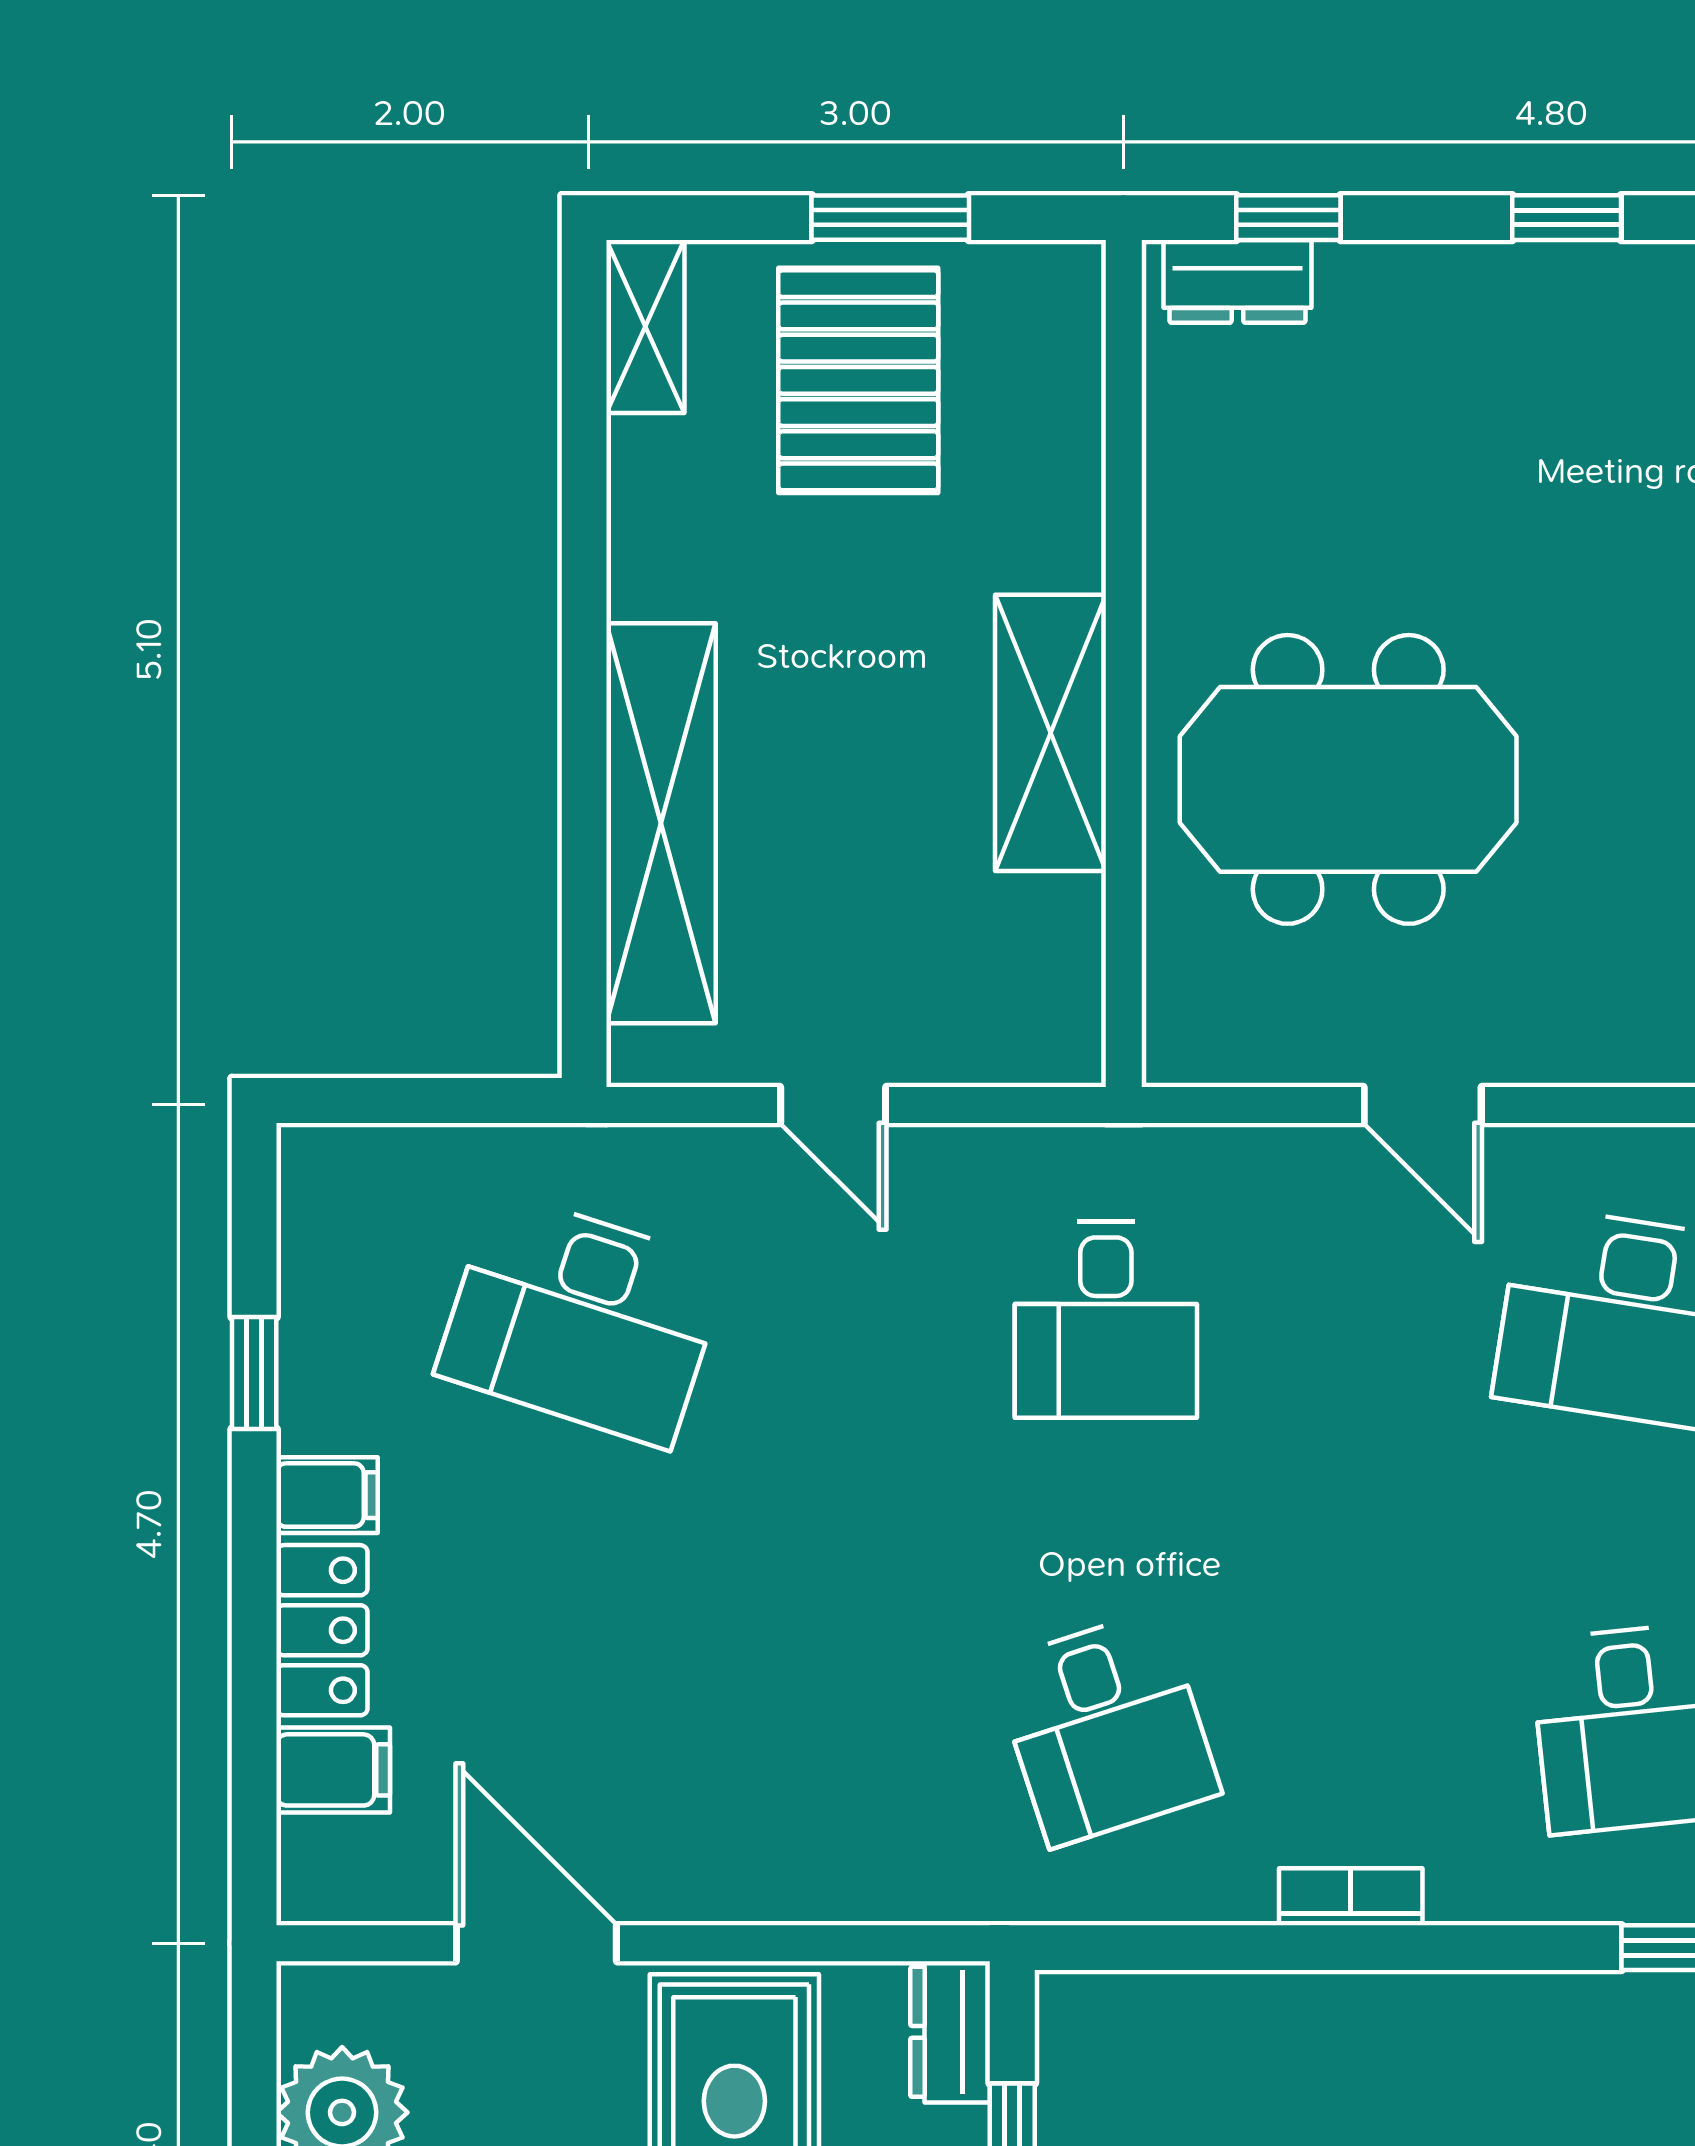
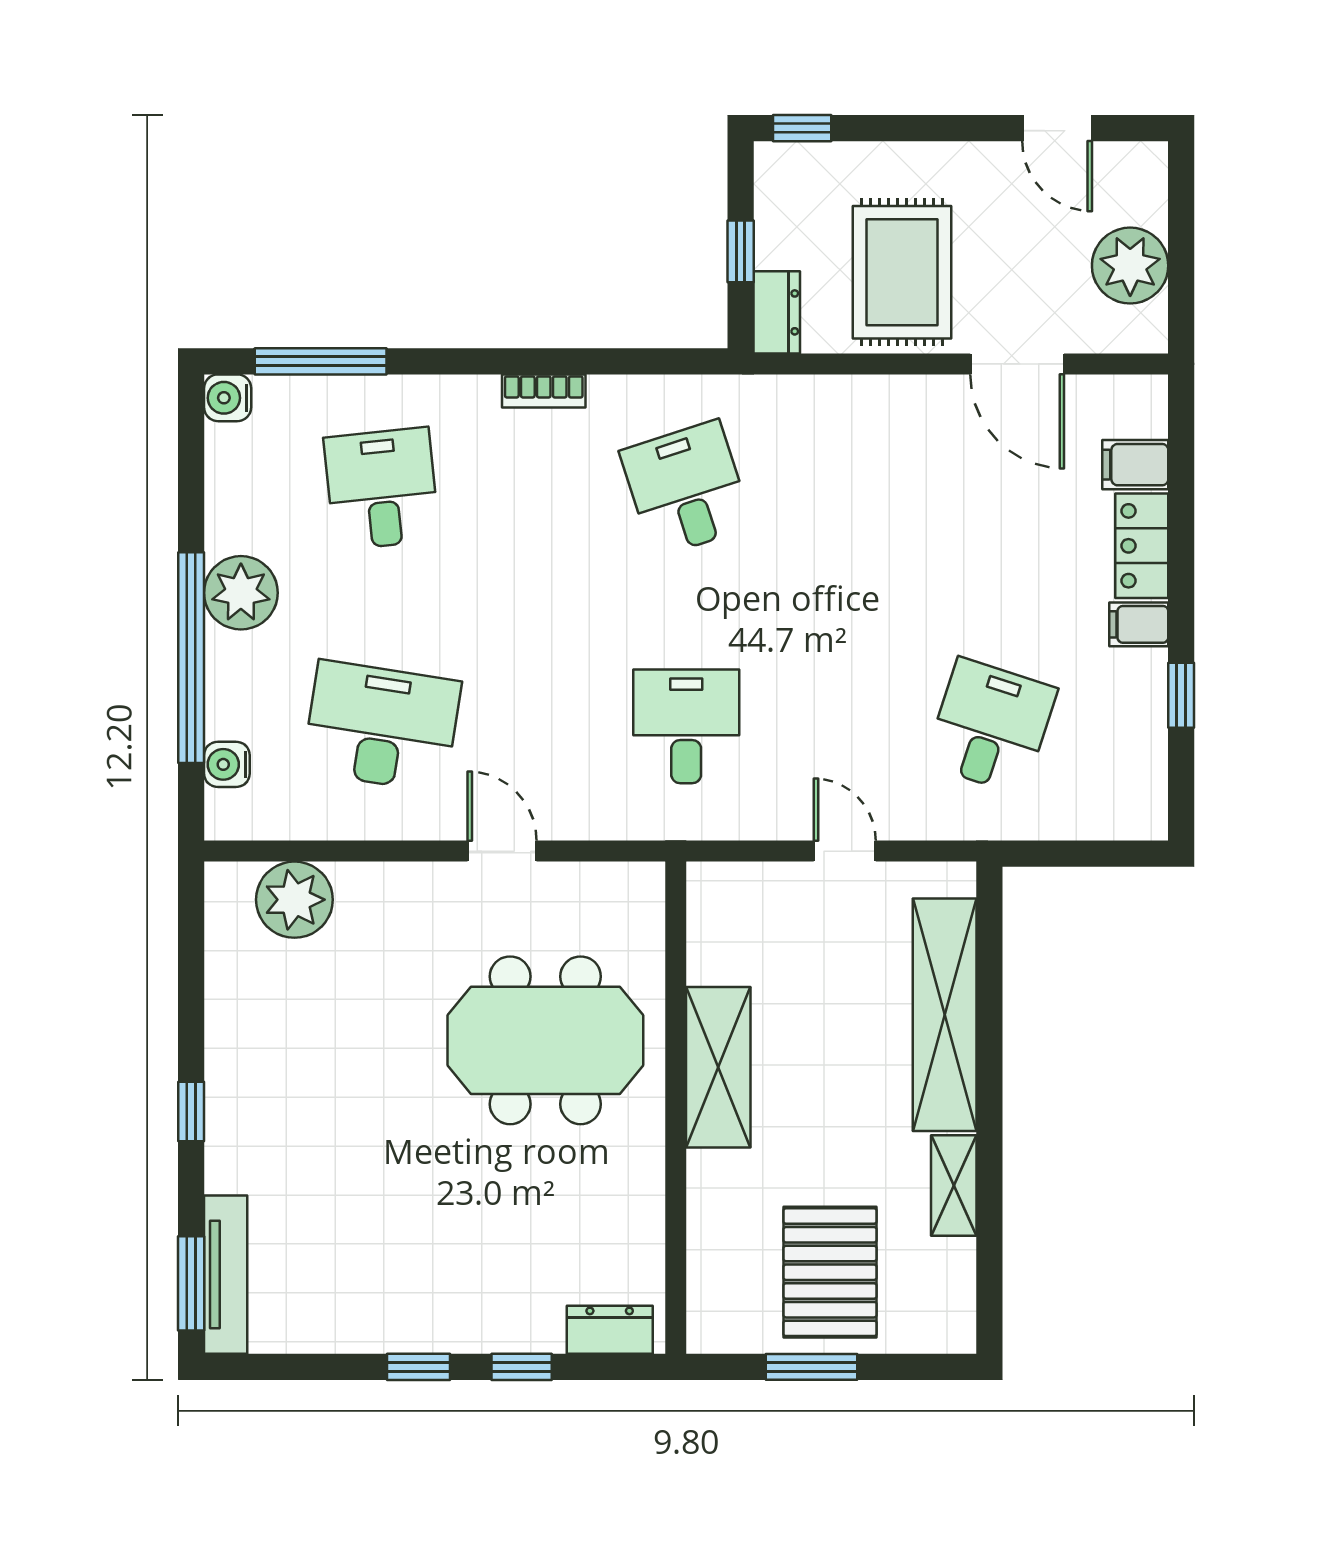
window: (1288, 218) -> (522, 1367), moved
shelving: (645, 327) -> (954, 1186), moved
desk: (582, 1320) -> (991, 726), width x0.73

